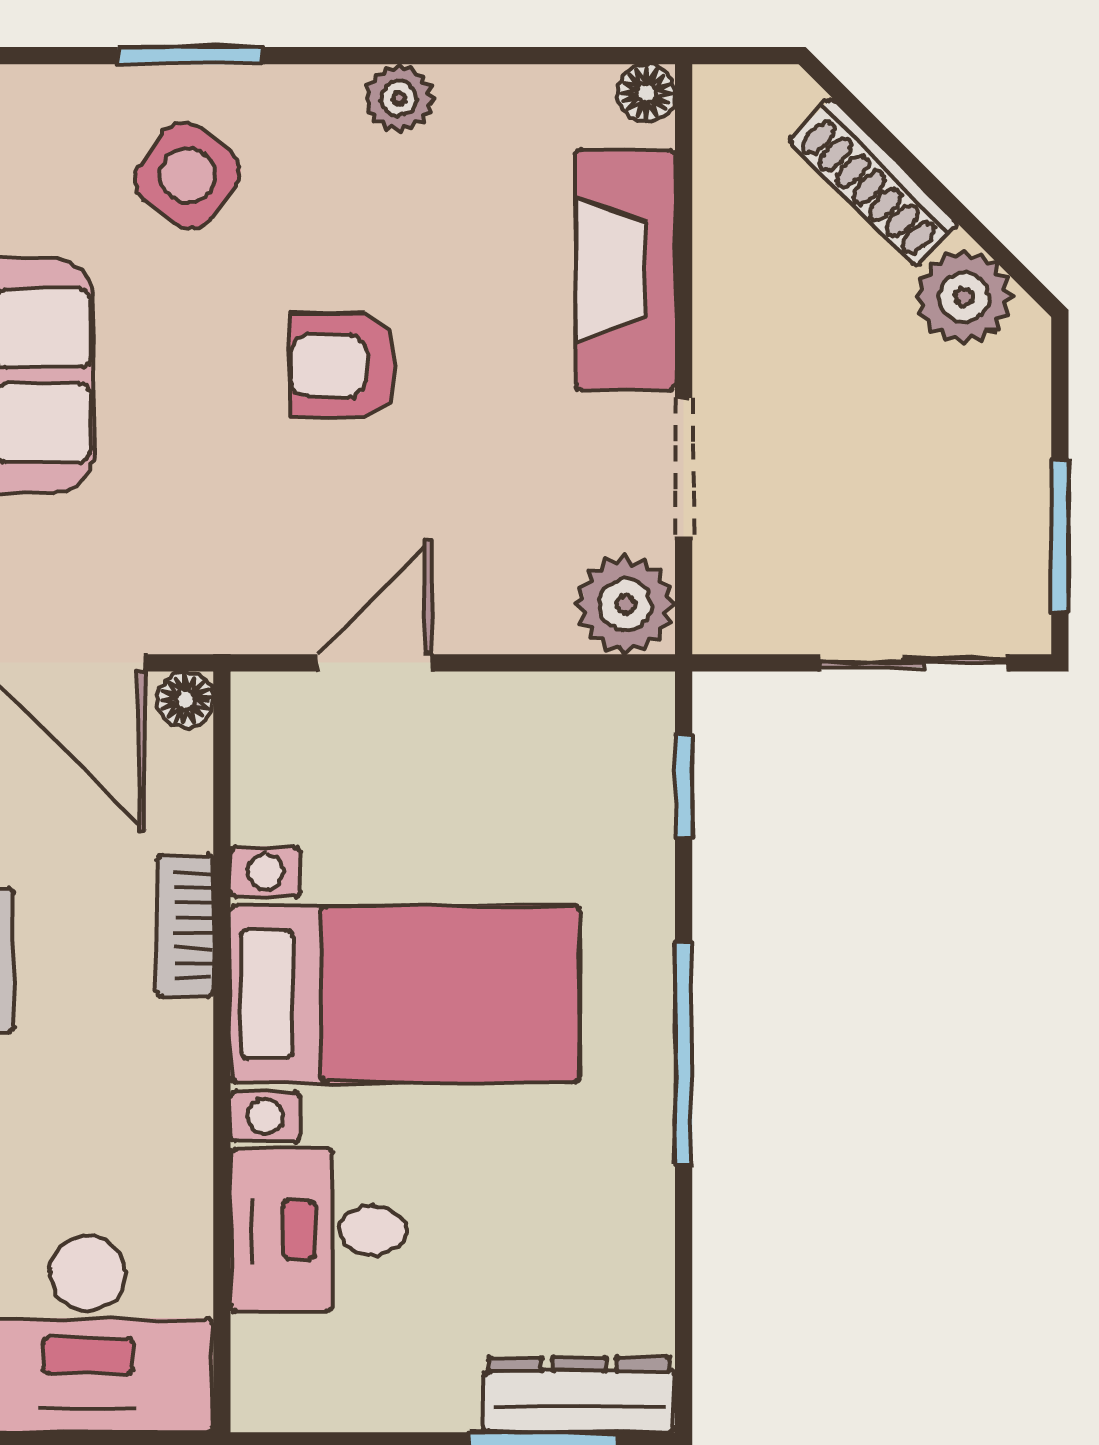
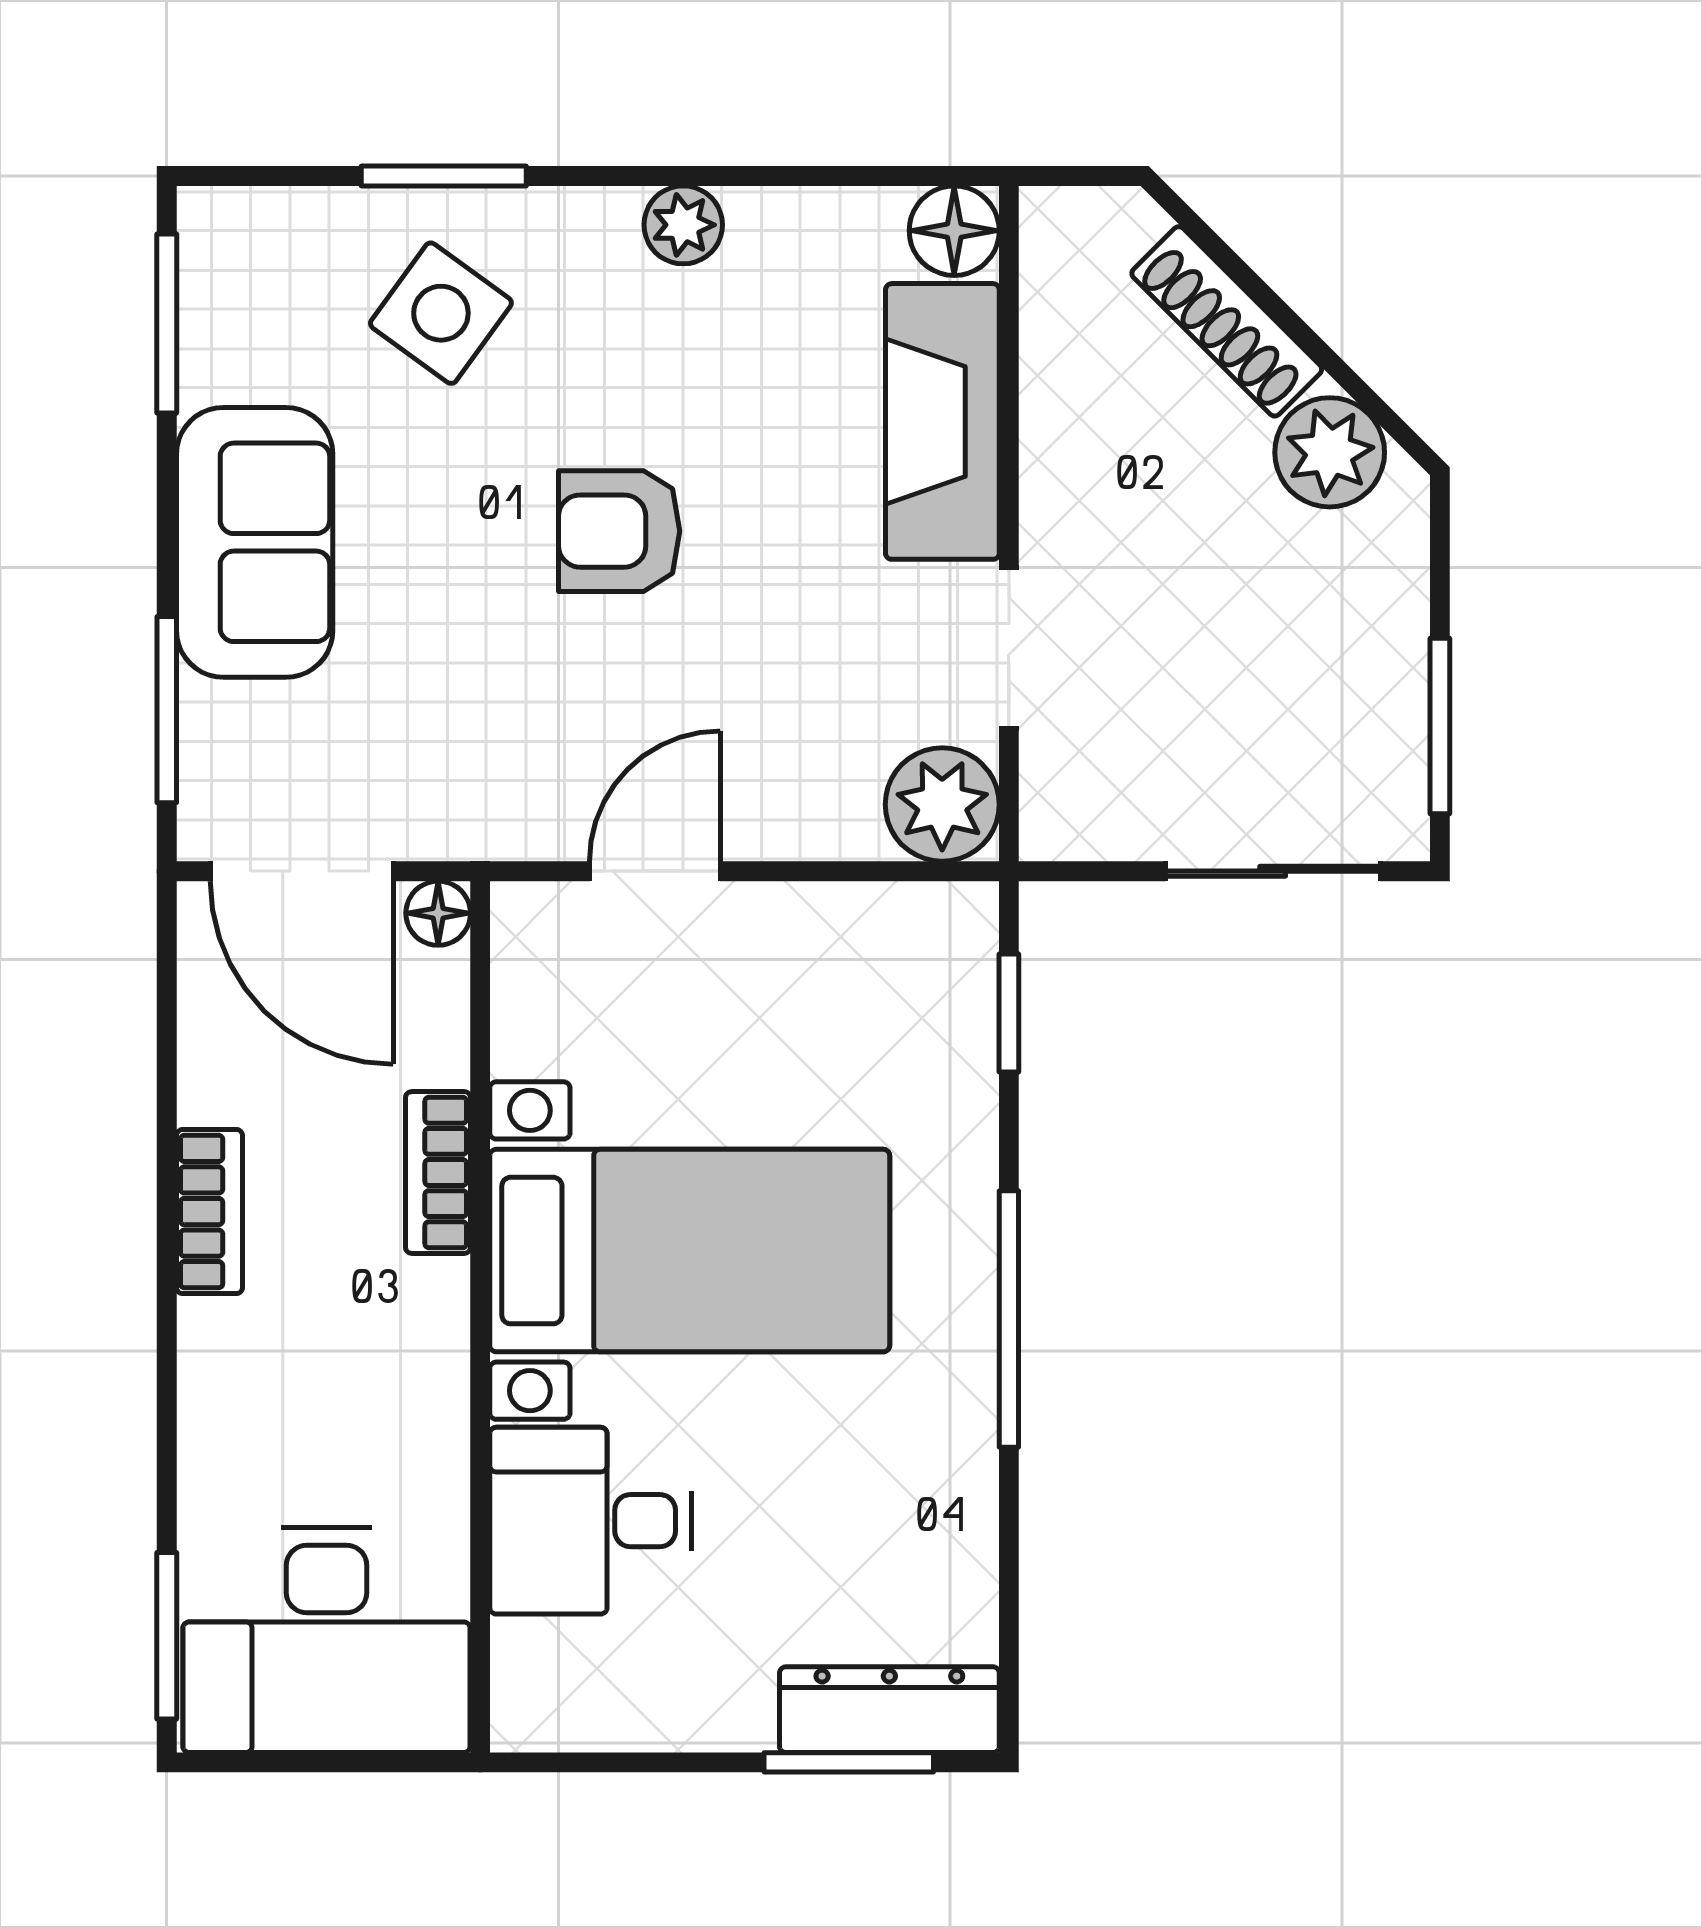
floor lamp: (646, 93) -> (954, 231), width x1.37, depth x1.37

